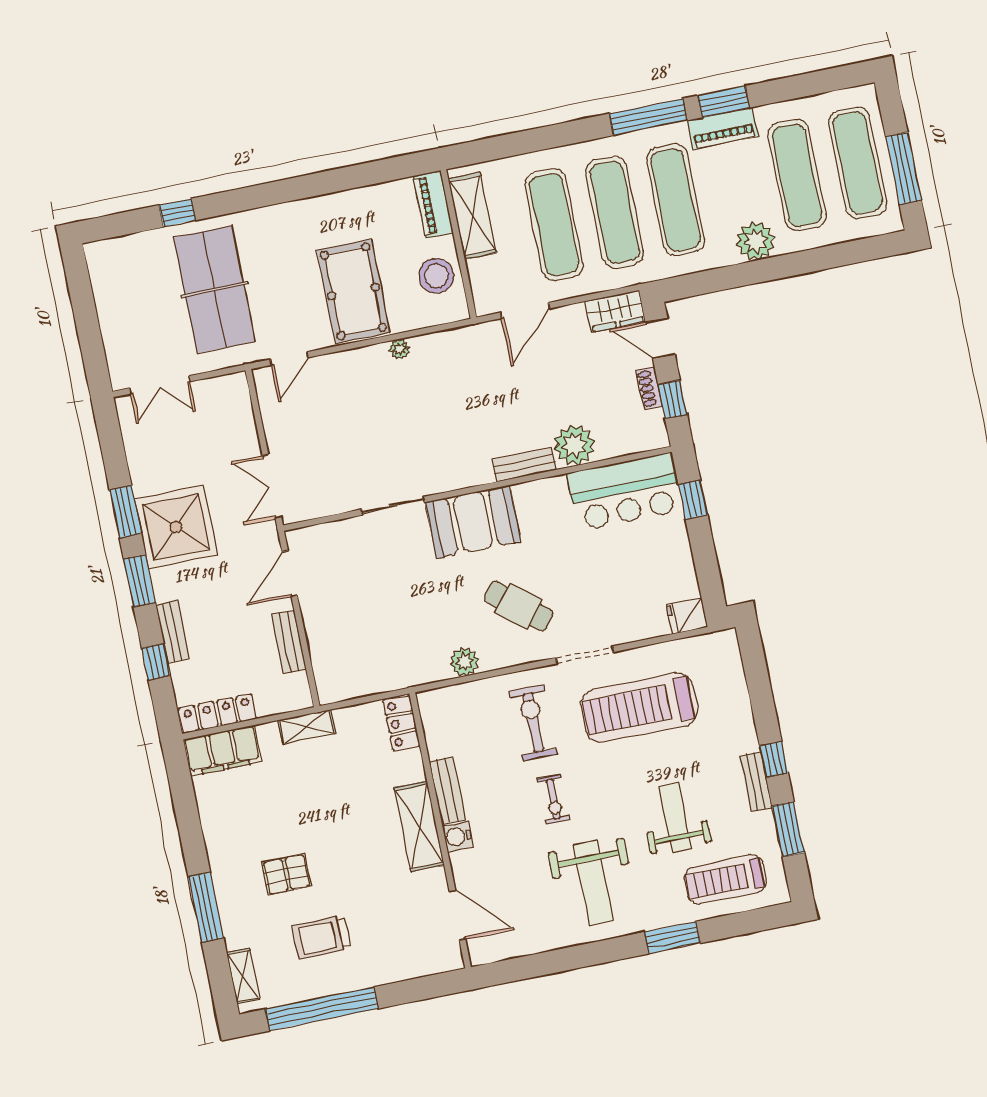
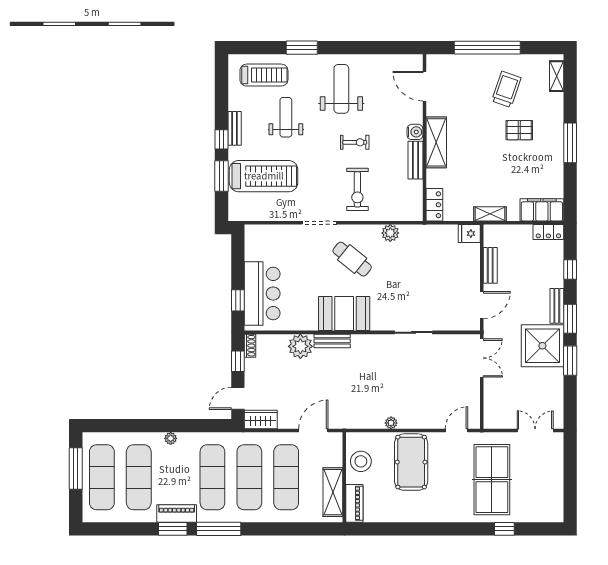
plant: (756, 241) -> (171, 438), width x0.53, depth x0.53
door: (660, 338) -> (238, 398), swing flipped
shoe rack: (649, 388) -> (250, 346), moved
bar counter: (625, 492) -> (262, 294), moved, turned 90
booth: (473, 522) -> (344, 314), moved
fridge: (687, 616) -> (469, 233), moved, turned 180
bench: (173, 632) -> (557, 306), moved
treadmill: (639, 708) -> (264, 176), moved
locker: (218, 714) -> (548, 232), width x0.66
exercise bike: (553, 799) -> (355, 142), turned 90
weight bench: (675, 817) -> (286, 117), turned 180
window: (788, 829) -> (221, 176), moved
window: (206, 907) -> (570, 143), moved
trolley: (321, 937) -> (506, 89), turned -71
window: (322, 1009) -> (487, 48), moved

